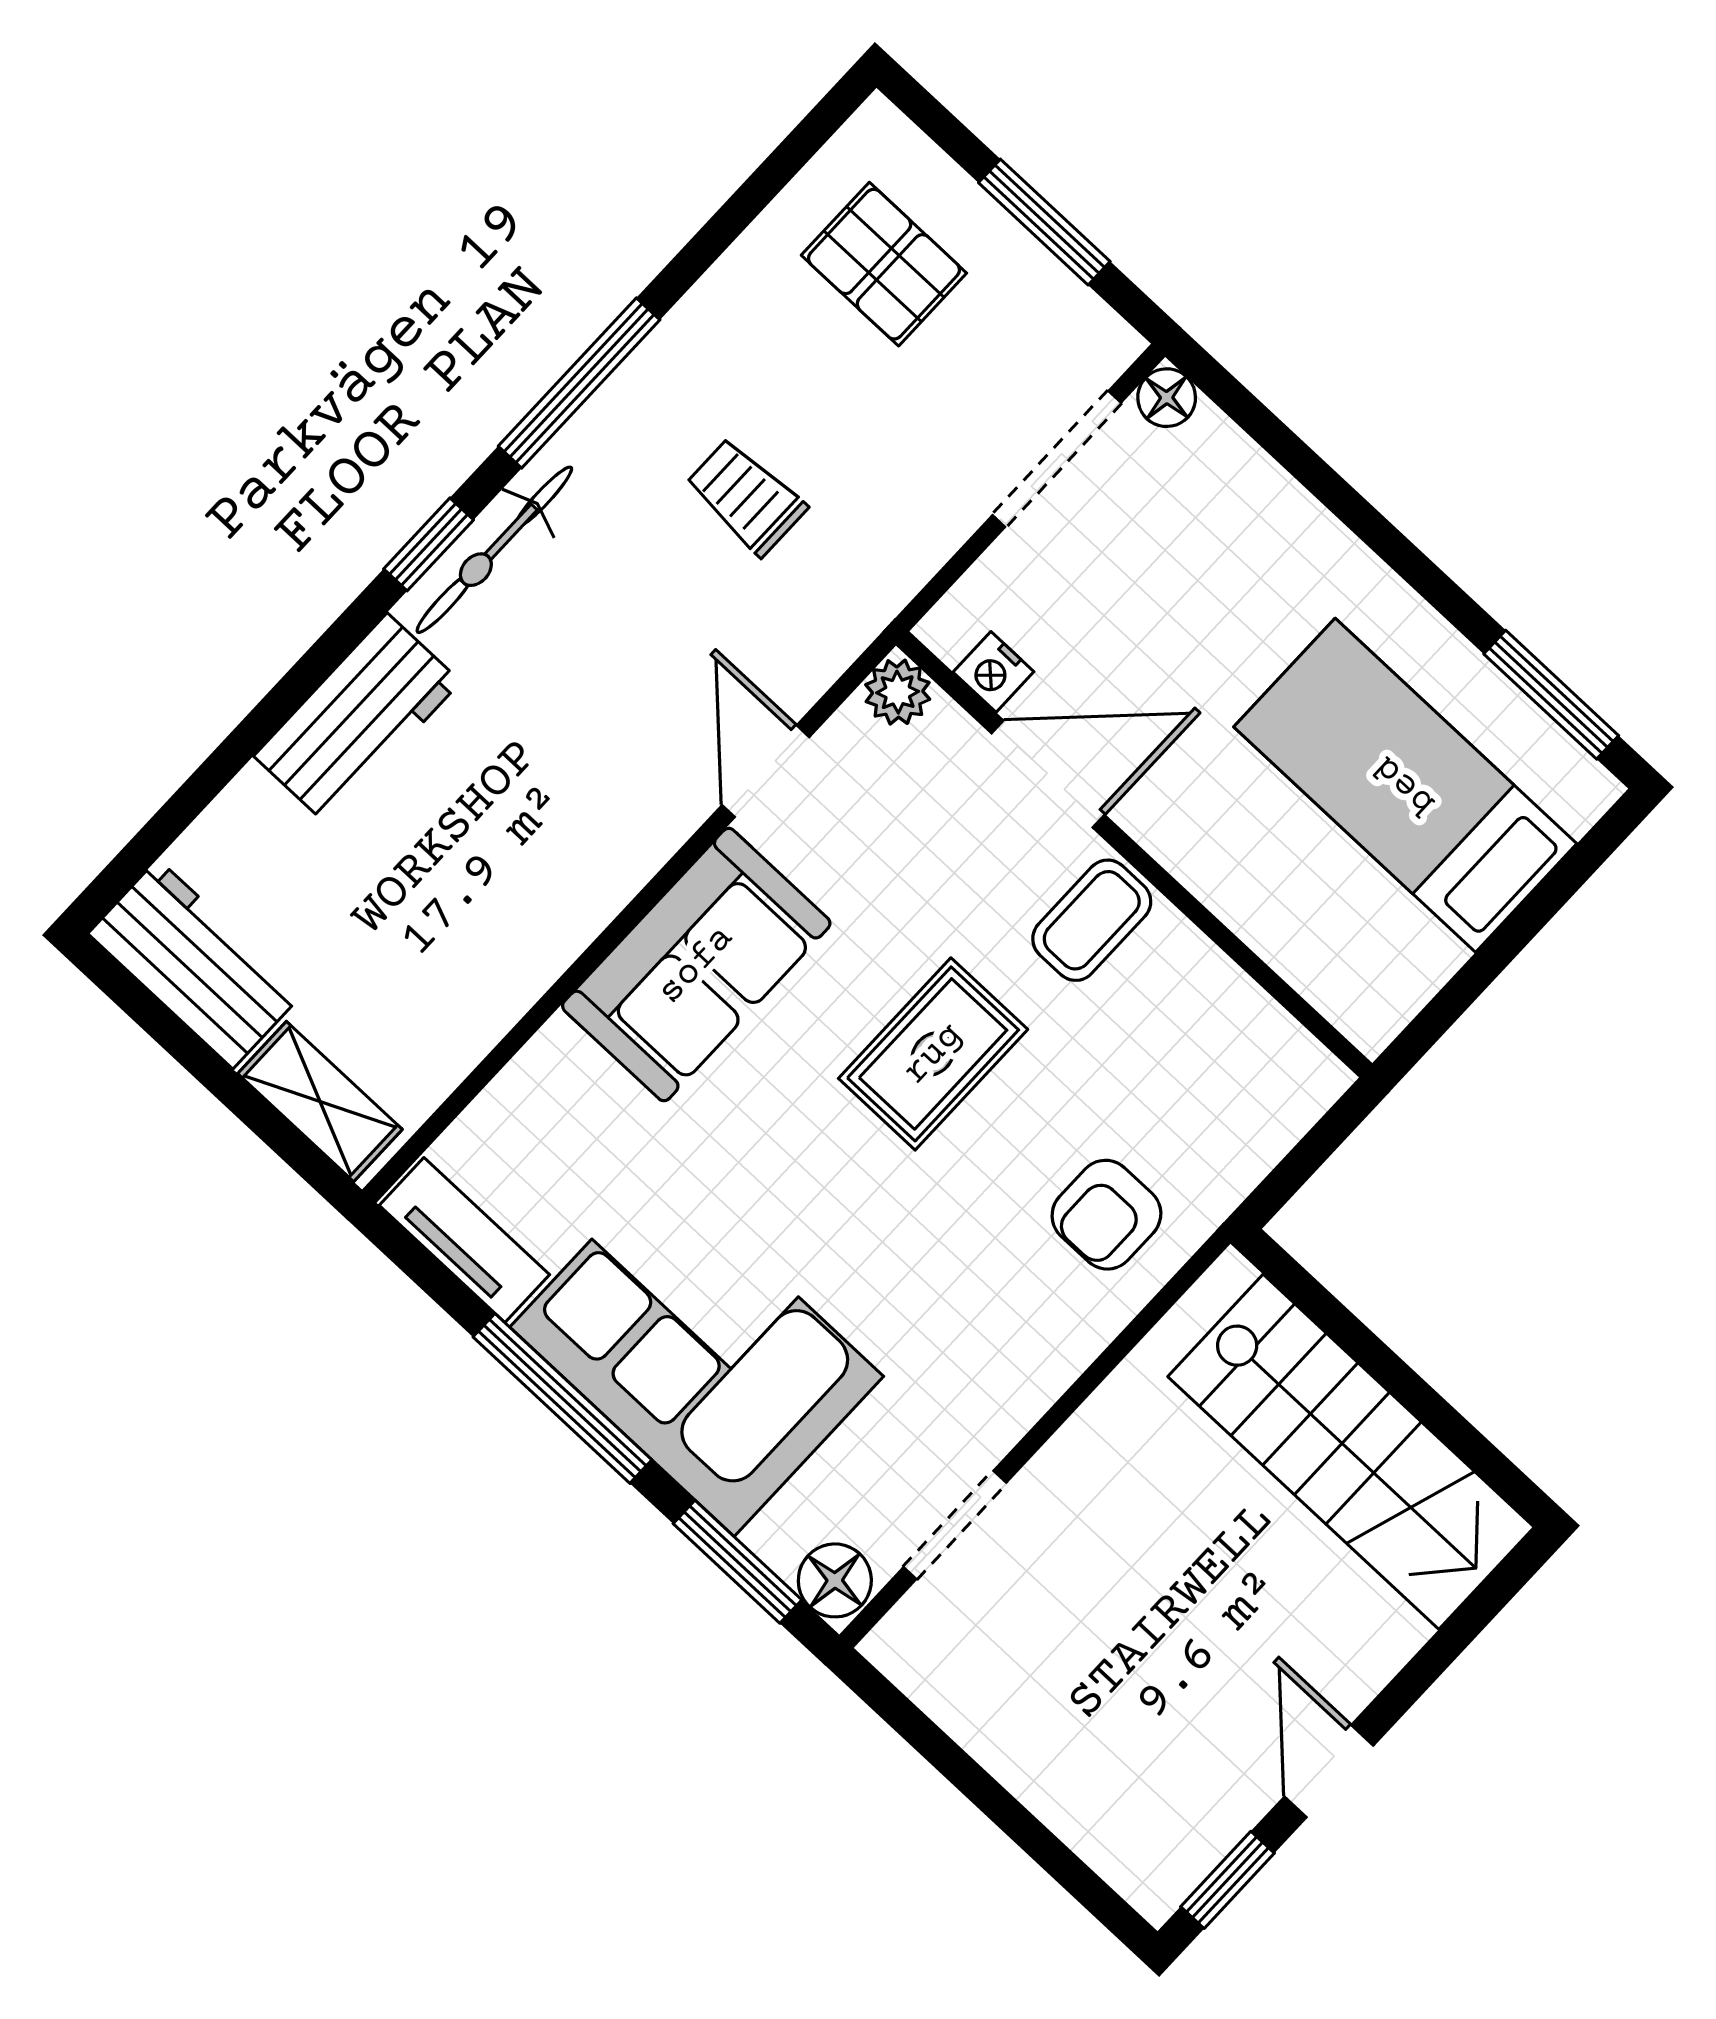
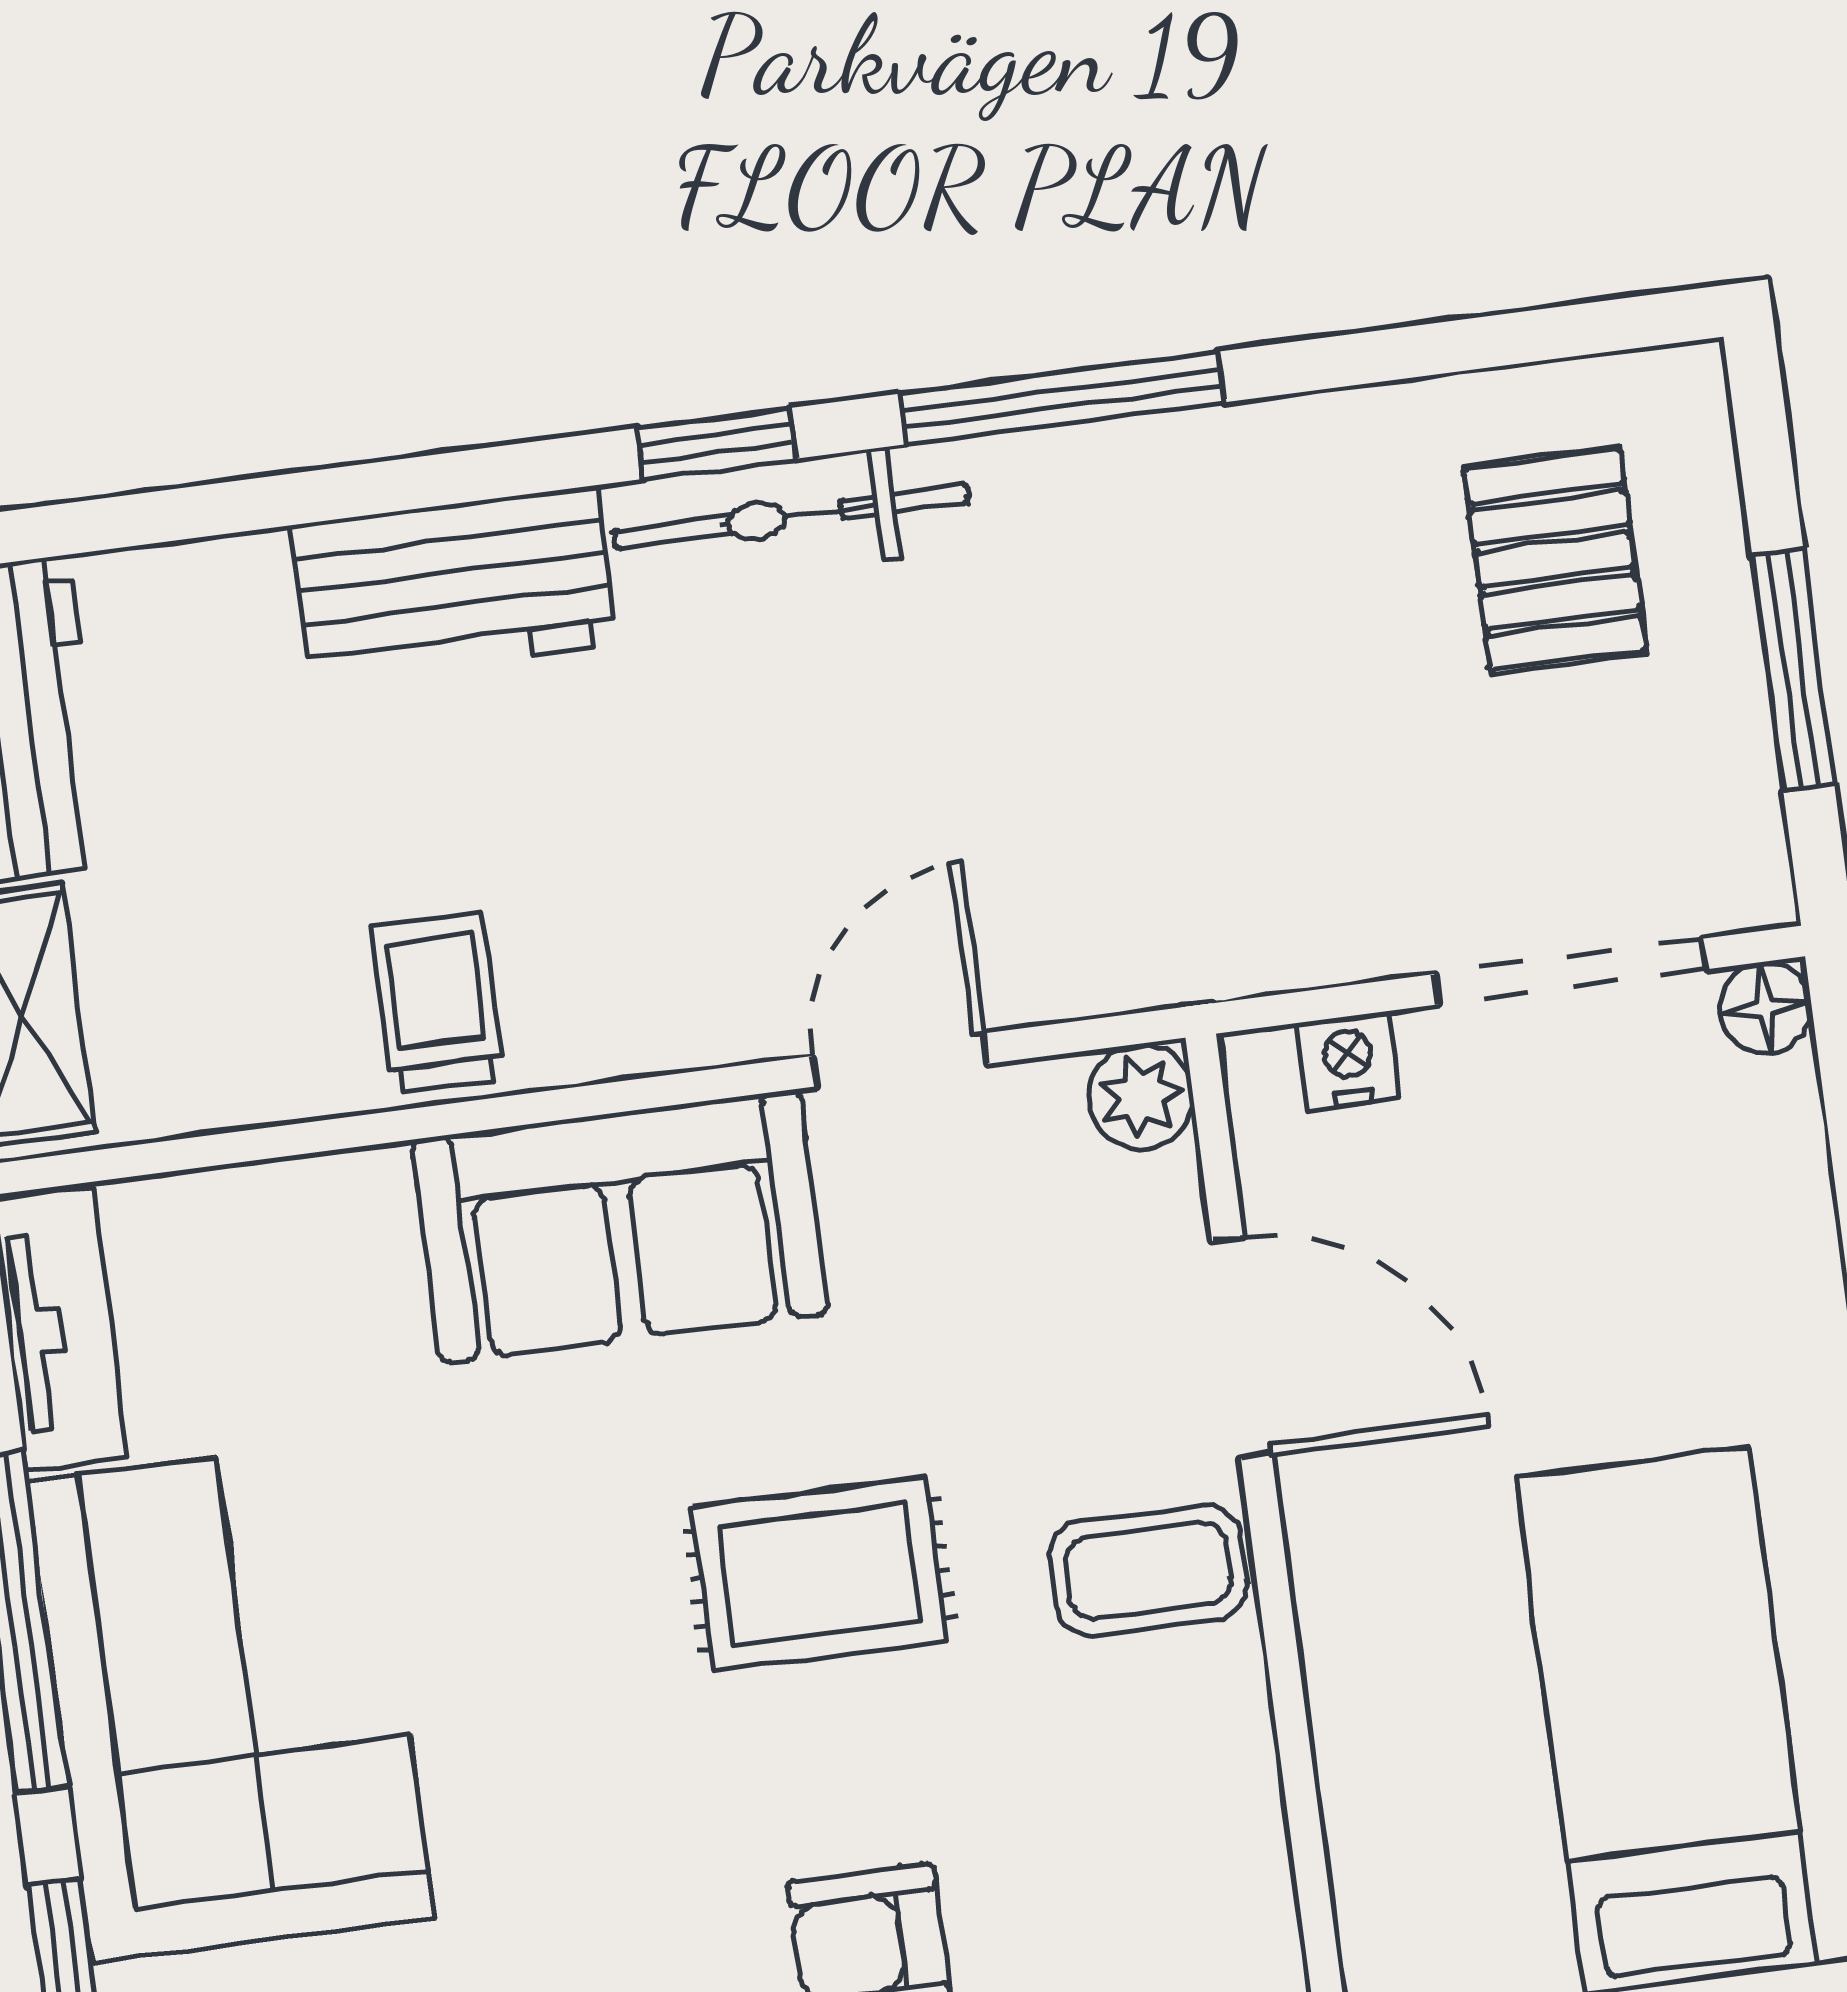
trolley: (746, 497) -> (438, 1003), moved
nightstand: (993, 672) -> (1348, 1061), moved, turned 90

